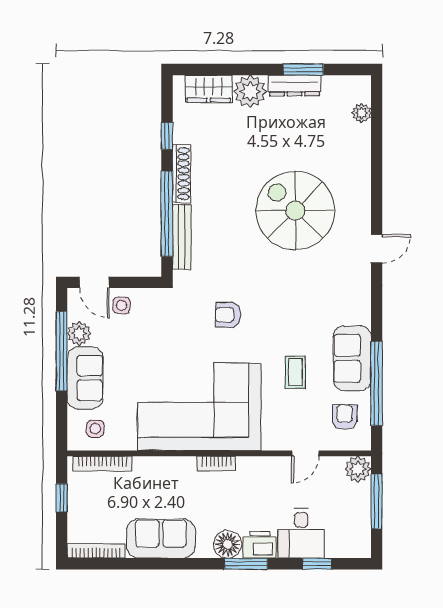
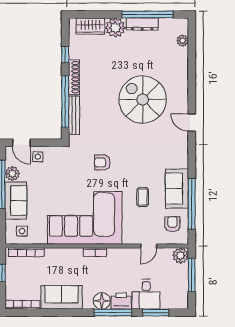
window: (303, 70) -> (148, 14), width x2.11
door: (377, 249) -> (192, 123), swing flipped
window: (246, 564) -> (113, 313), width x1.44
window: (317, 564) -> (156, 313), width x1.50

